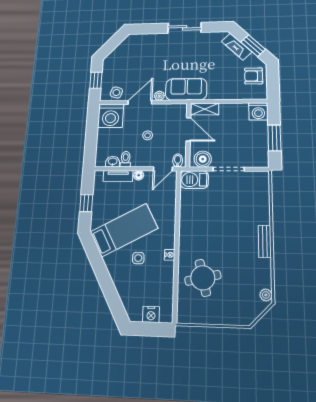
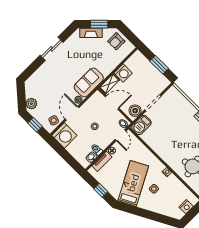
plant: (114, 59) -> (31, 104), added
washing machine: (258, 111) -> (123, 73), moved

